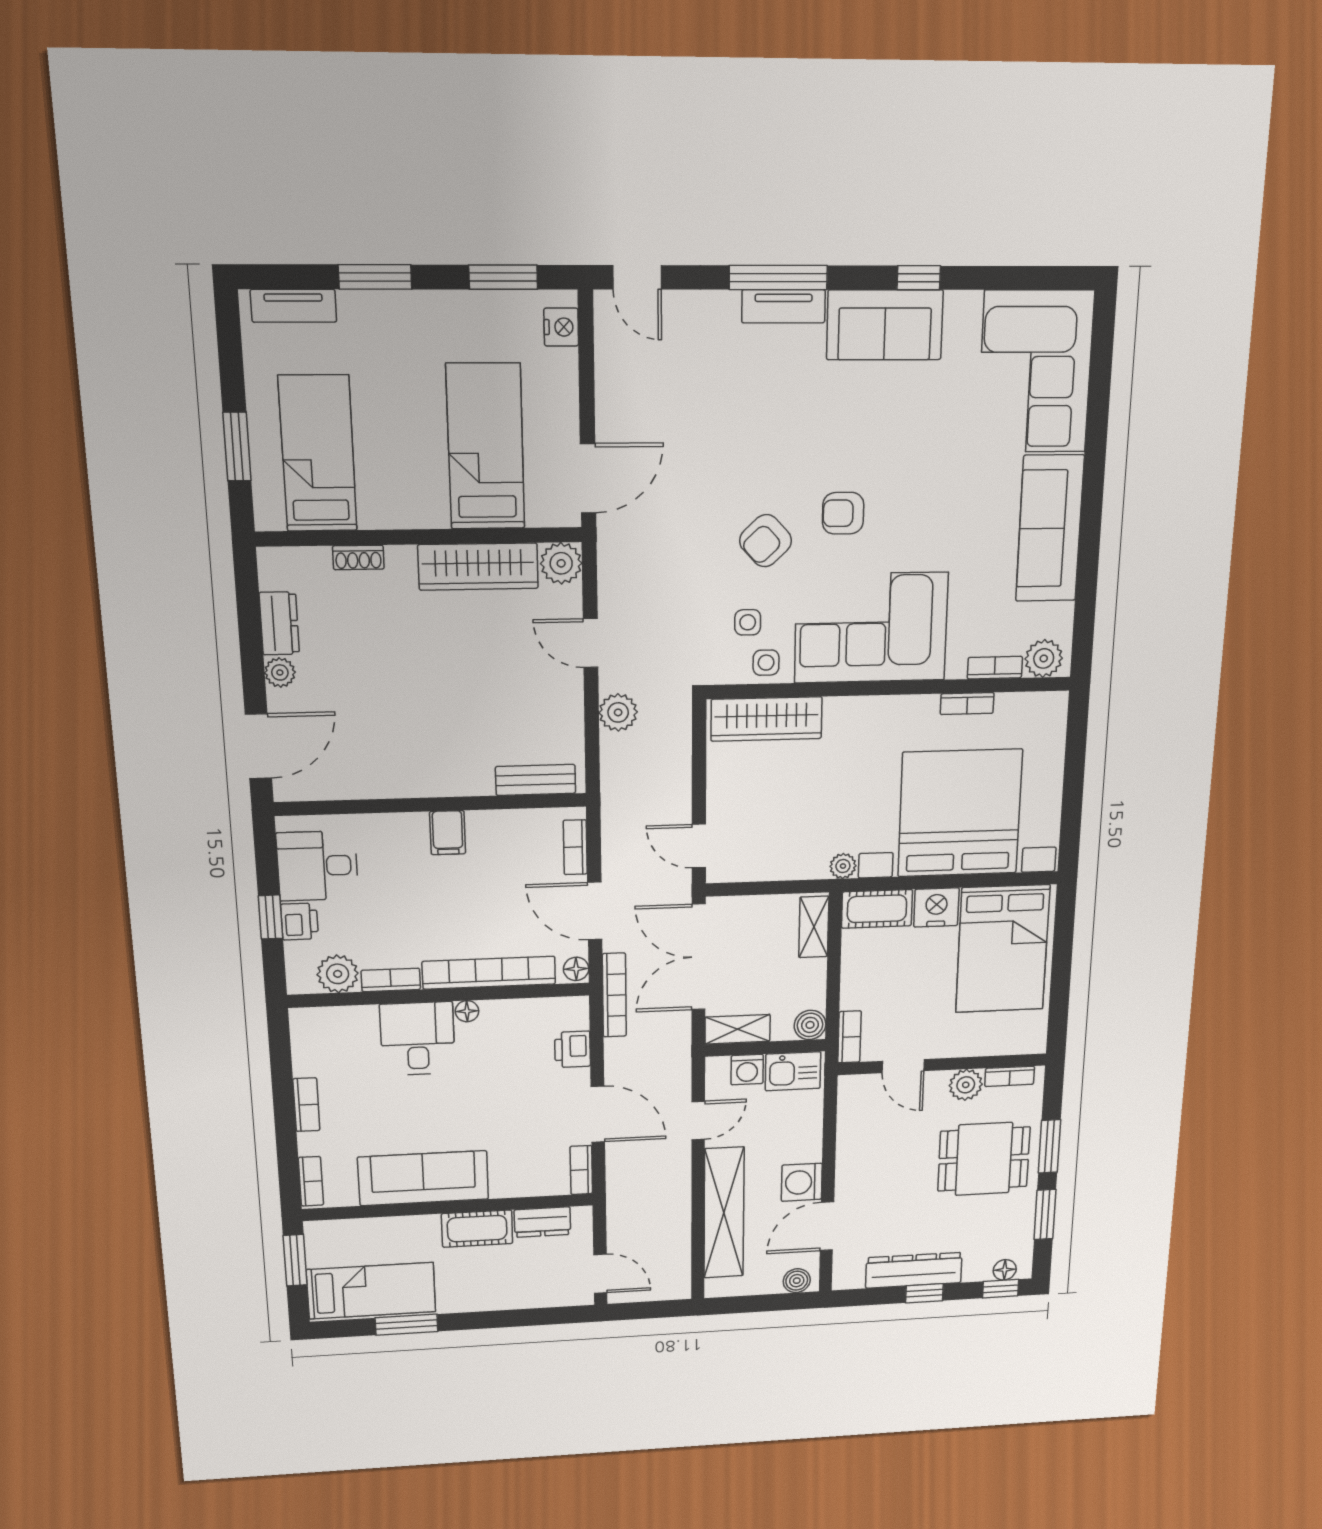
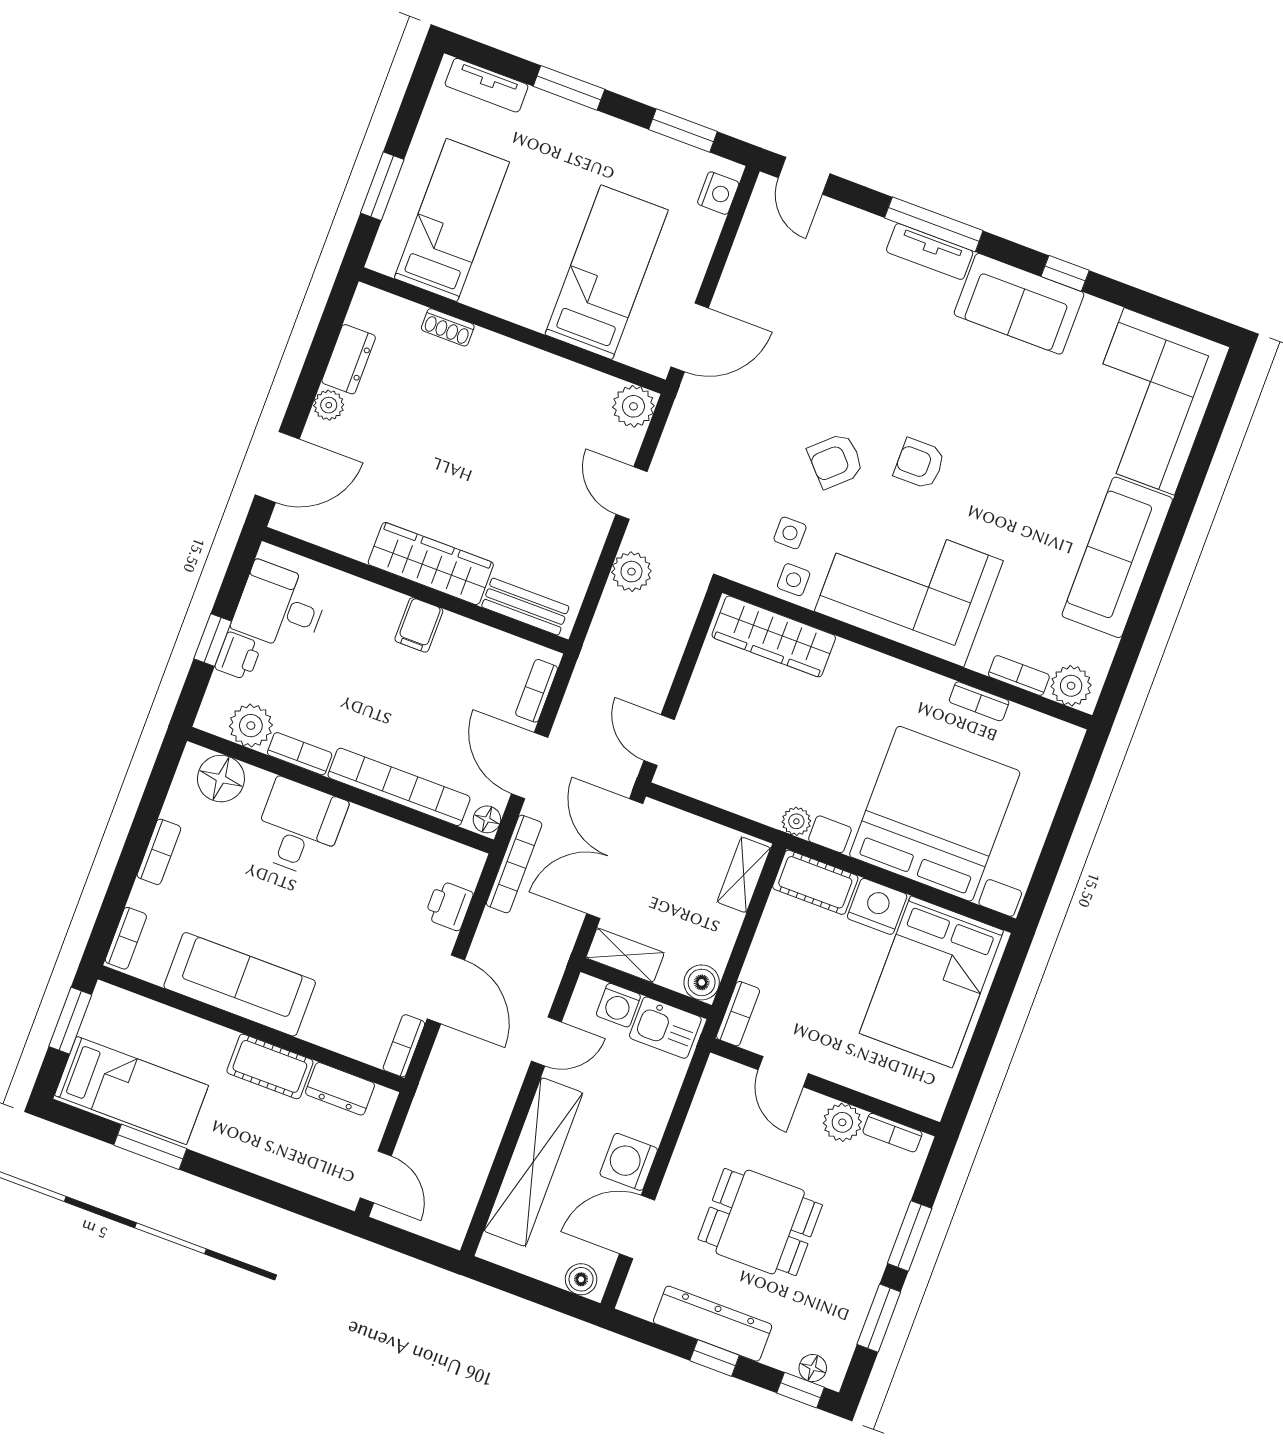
wardrobe: (478, 567) -> (431, 564), moved, turned 180
floor lamp: (467, 1011) -> (221, 779), moved, width x1.89, depth x1.89
dining table: (984, 1159) -> (760, 1222), moved

